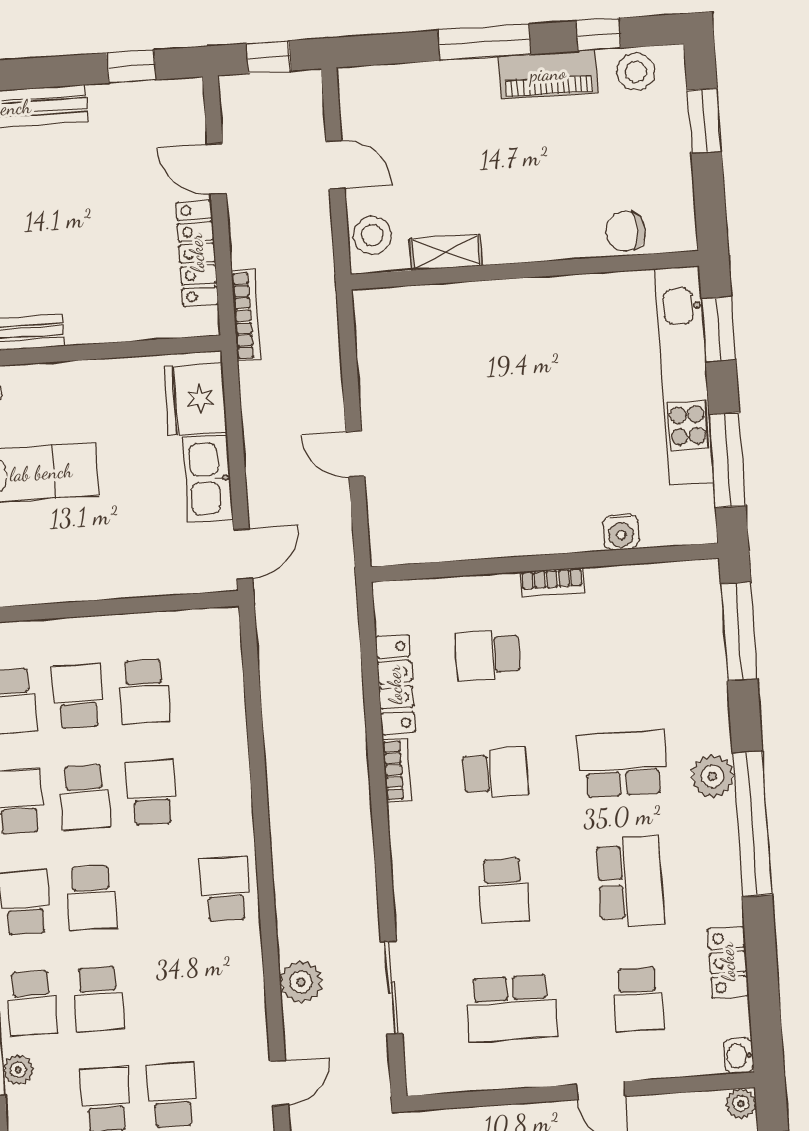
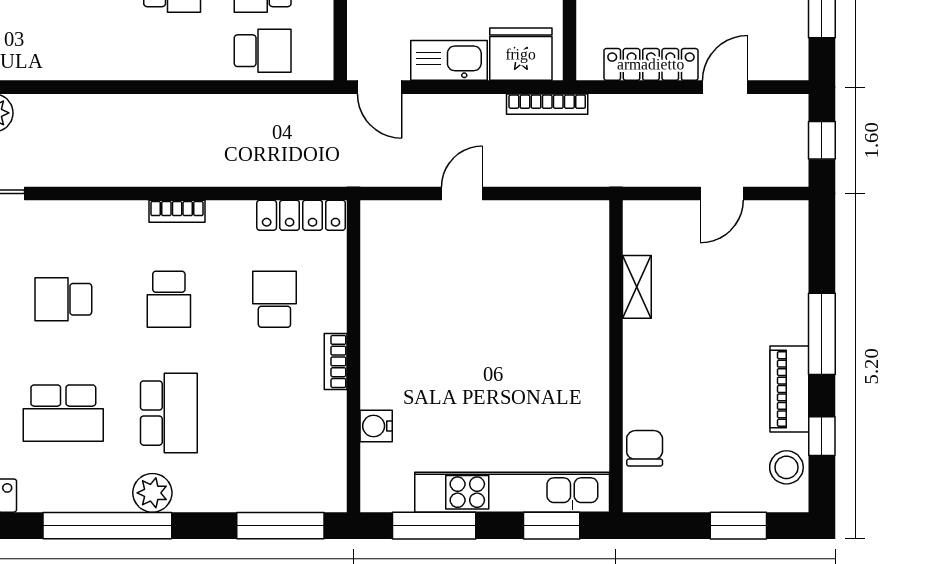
stool: (372, 235) -> (656, 222), removed
bookcase: (246, 316) -> (547, 104), moved
locker: (395, 685) -> (301, 215), moved
school desk: (225, 889) -> (263, 51), moved

